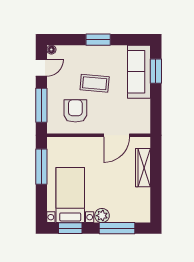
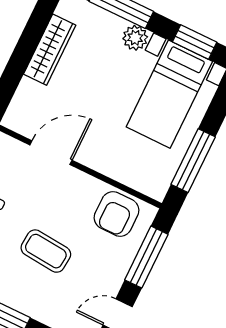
armchair: (75, 111) -> (117, 214), moved
wardrobe: (143, 168) -> (50, 50), moved

